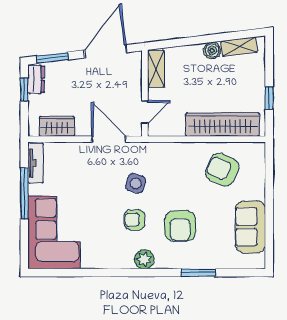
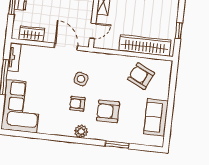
armchair: (180, 226) -> (108, 111), turned 90

